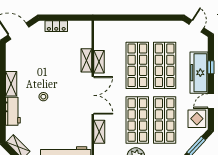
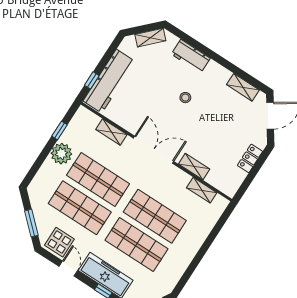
shelving: (99, 62) -> (202, 190), moved
shelving: (11, 84) -> (243, 87), moved
double door: (93, 95) -> (154, 150), swing flipped

